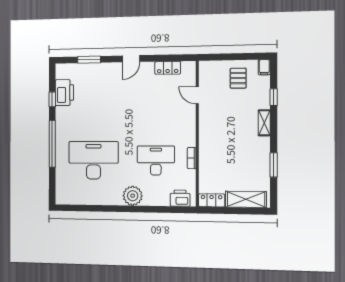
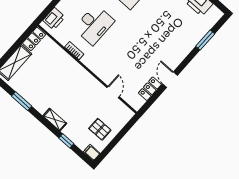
door: (131, 59) -> (170, 80), moved
door: (197, 95) -> (113, 92), hinge flipped

